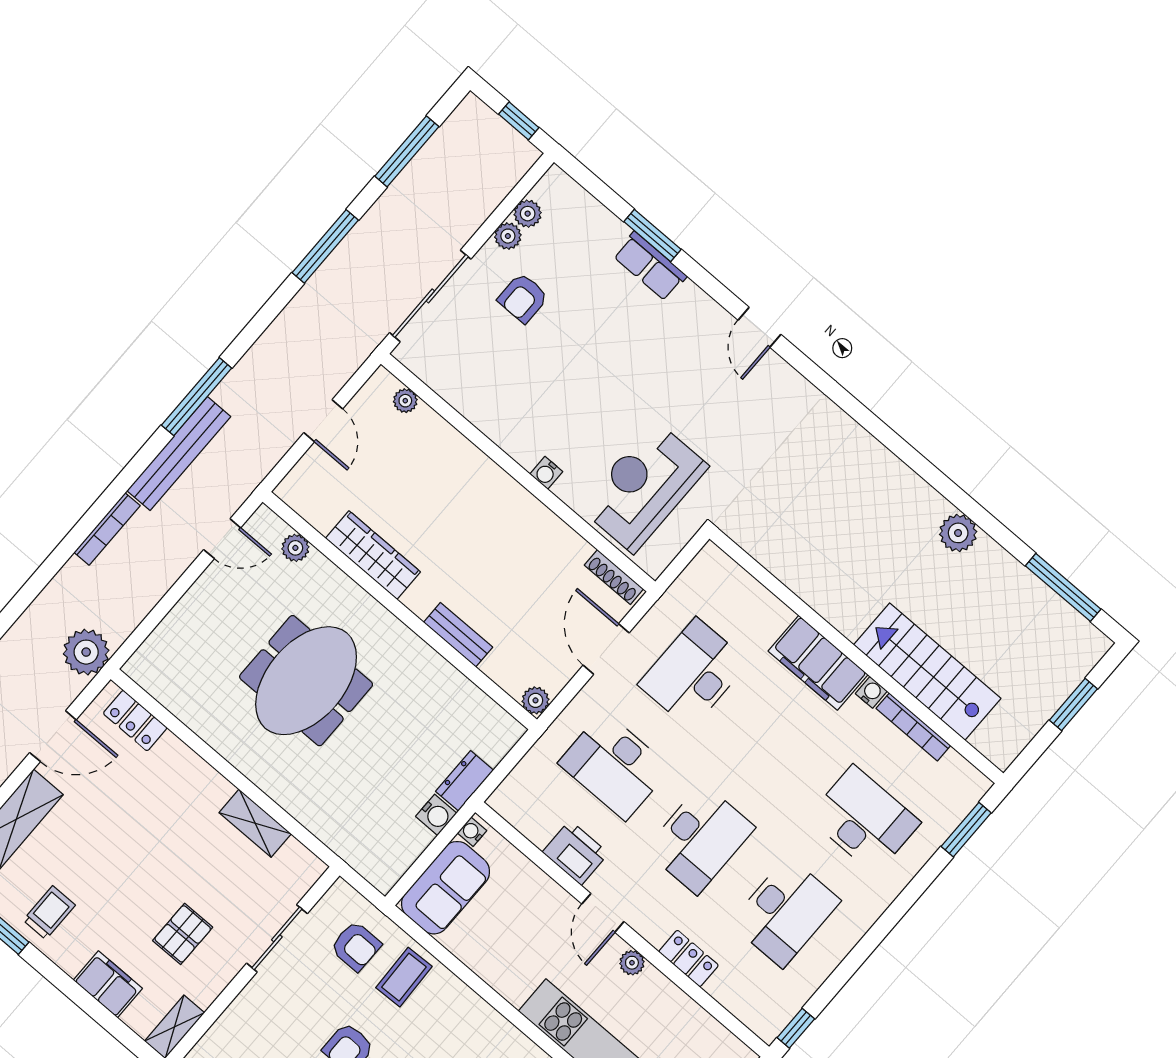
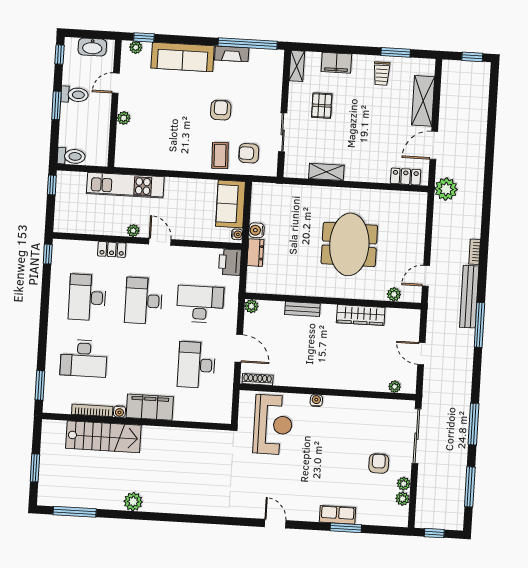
bookcase: (107, 529) -> (475, 252), width x0.64
desk: (693, 673) -> (196, 365), turned 180
printer: (575, 853) -> (230, 262), moved, turned 90

